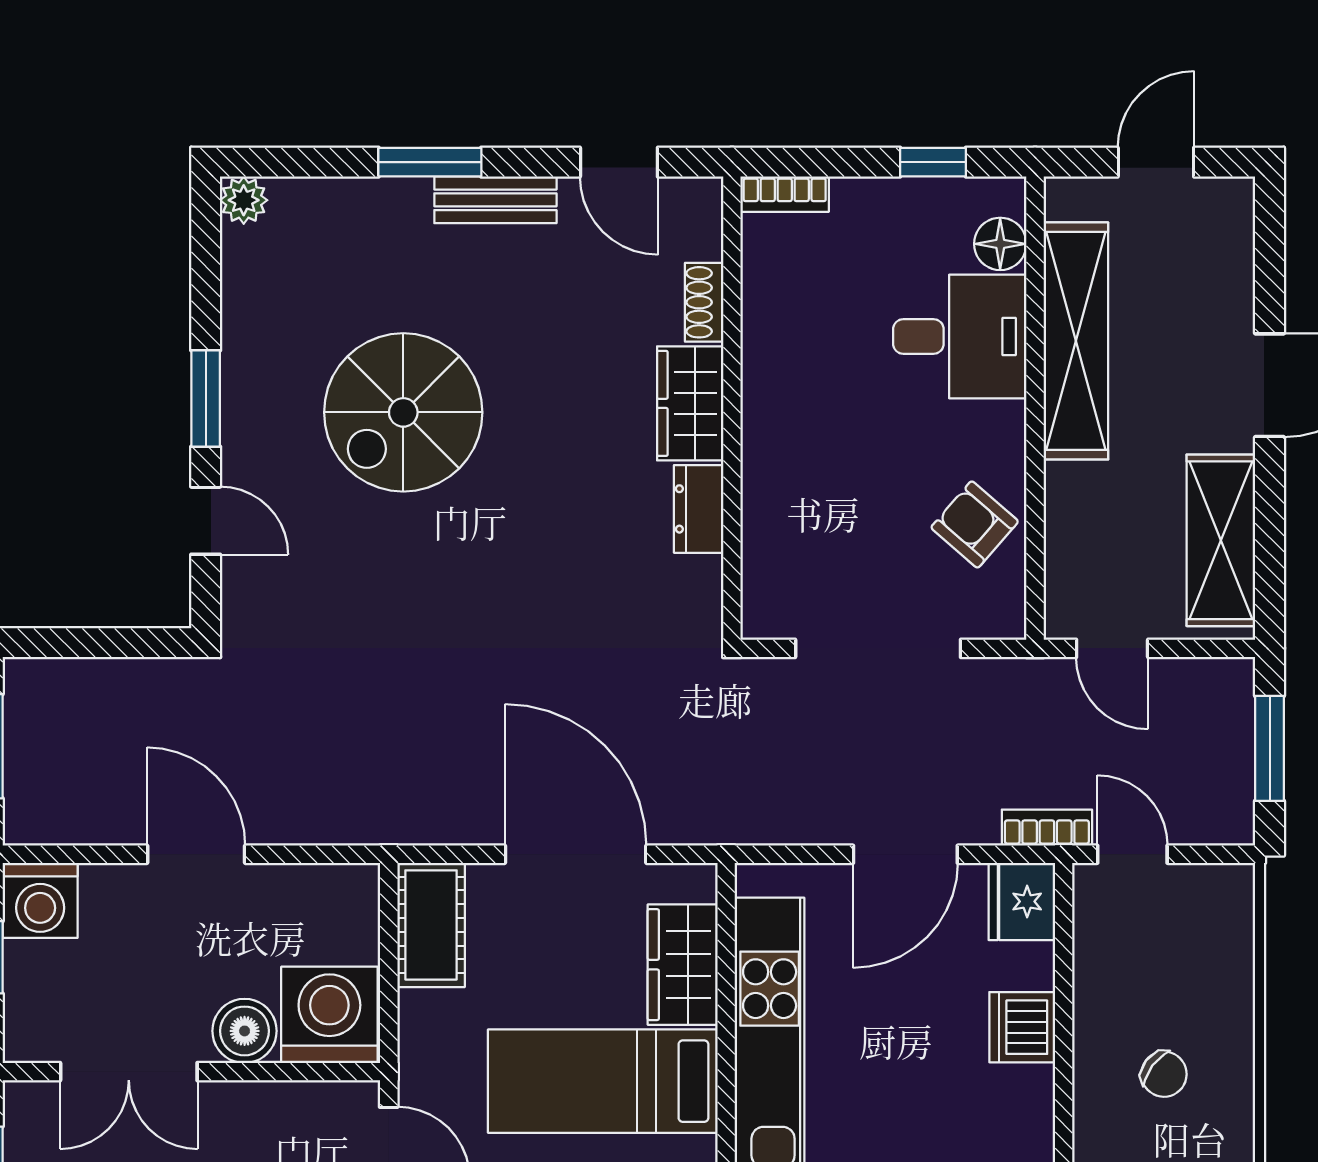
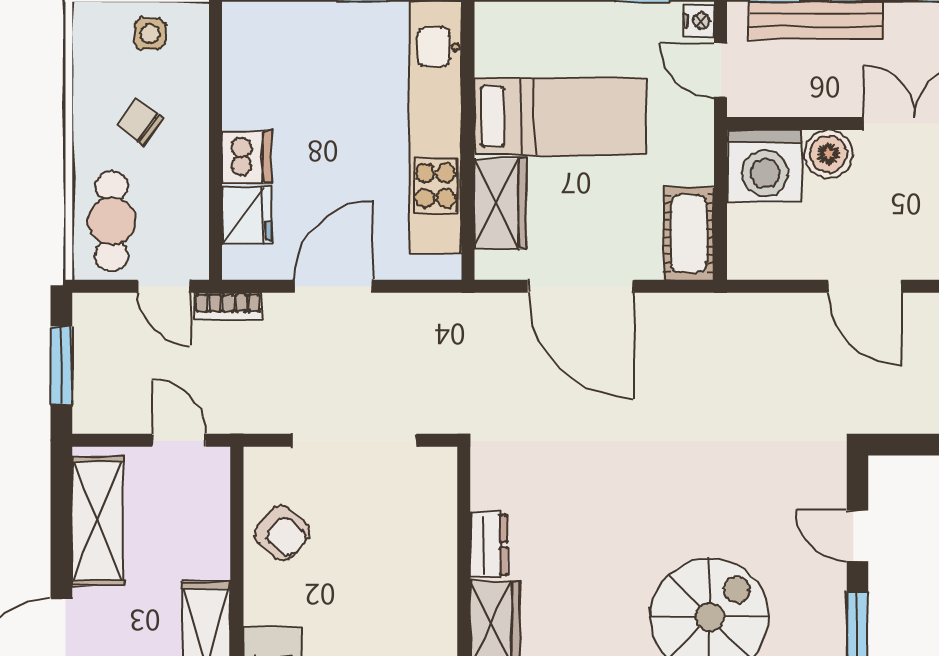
fridge: (1022, 901) -> (247, 215), moved
cafe table: (1202, 941) -> (112, 221), added

